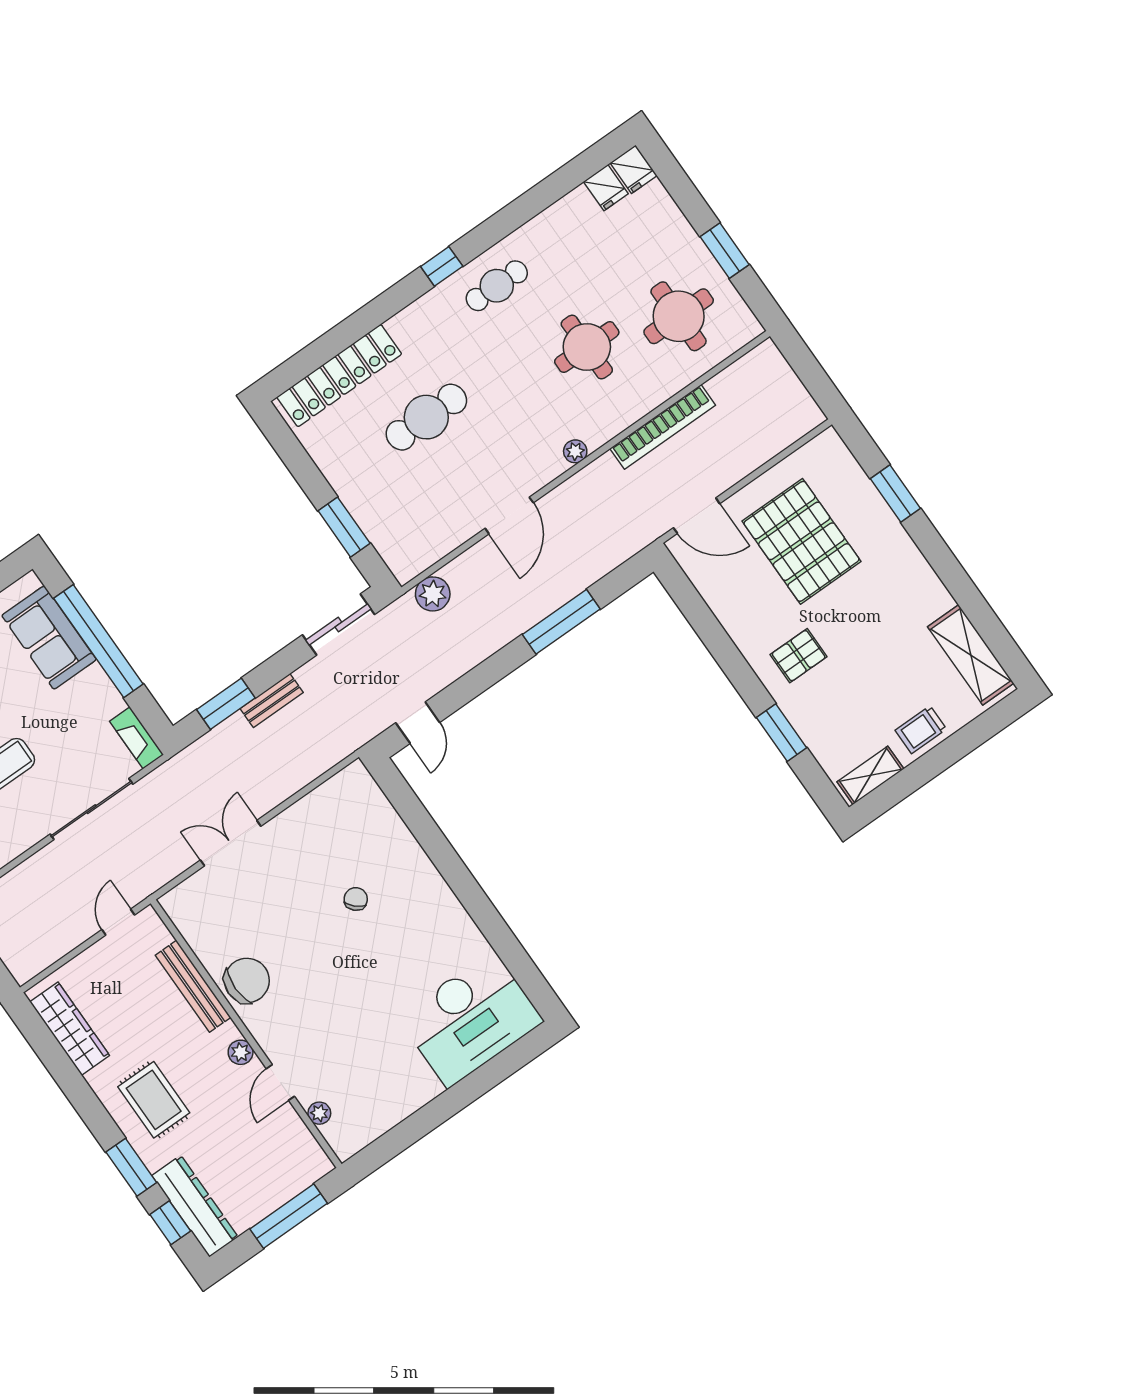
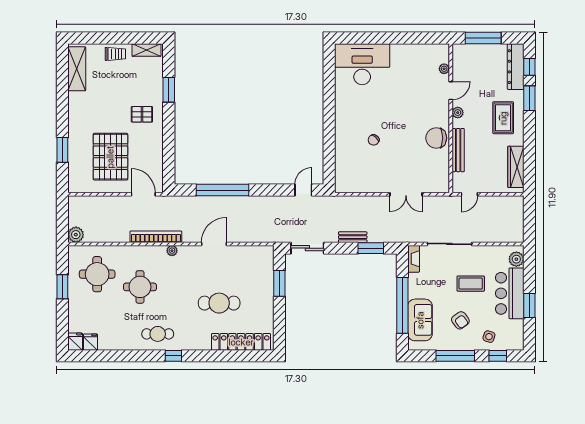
bookcase: (663, 427) -> (156, 237), moved
plant: (433, 594) -> (76, 235), moved
window: (561, 622) -> (223, 190), width x1.46

